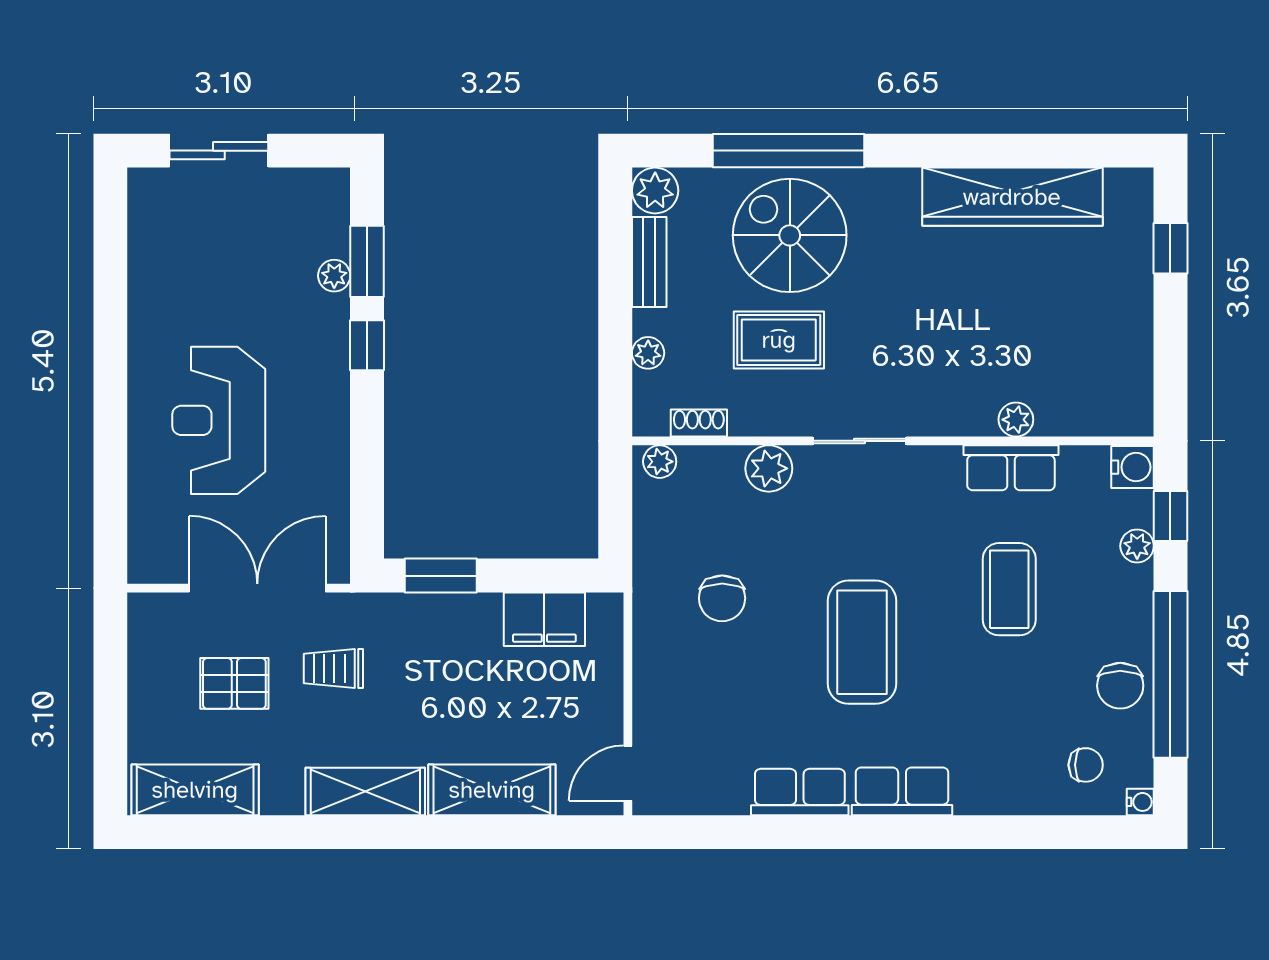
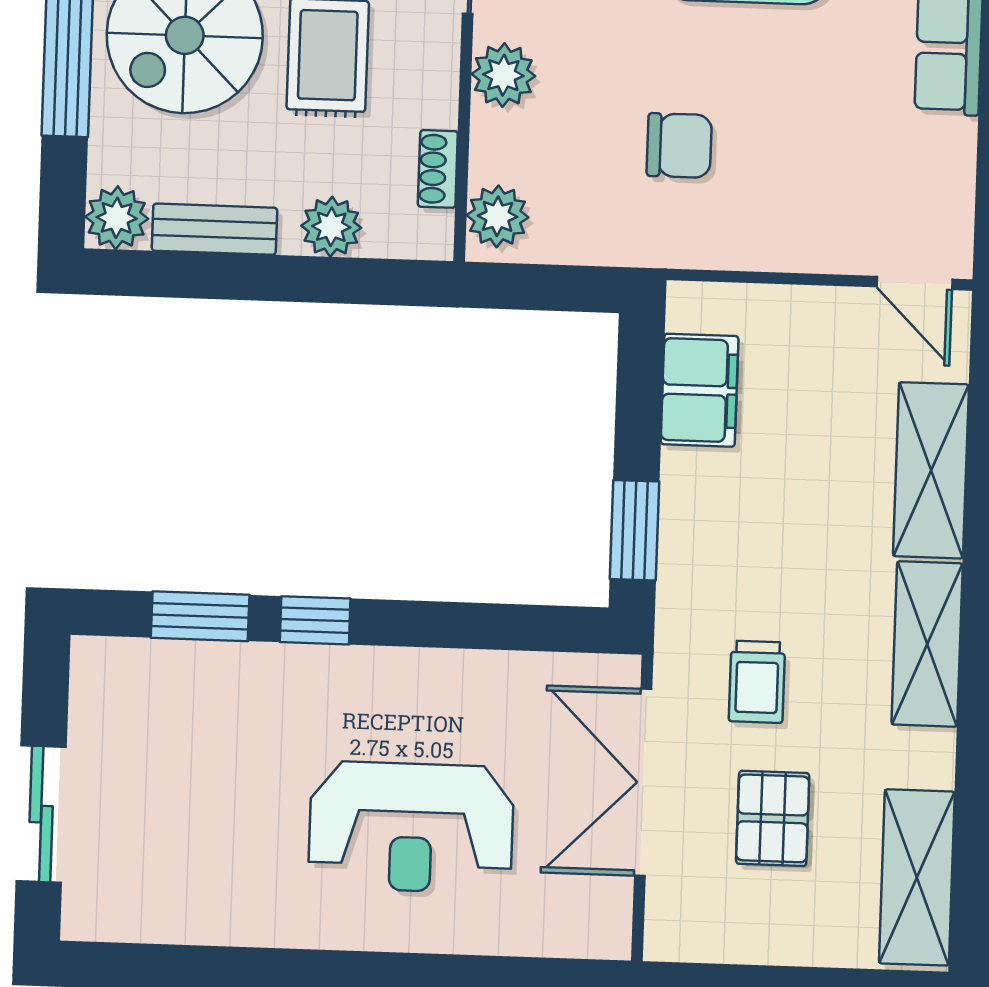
plant: (334, 276) -> (218, 662), removed
plant: (648, 353) -> (331, 227), width x1.38, depth x1.38
plant: (660, 462) -> (497, 216), width x1.38, depth x1.38

